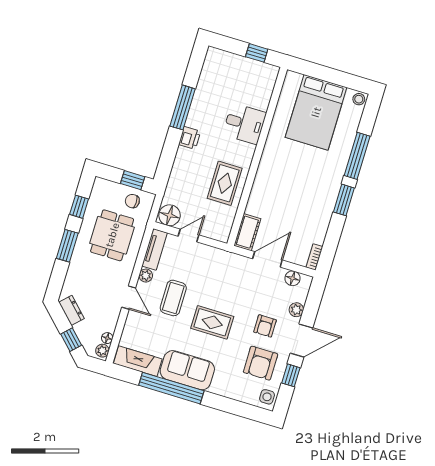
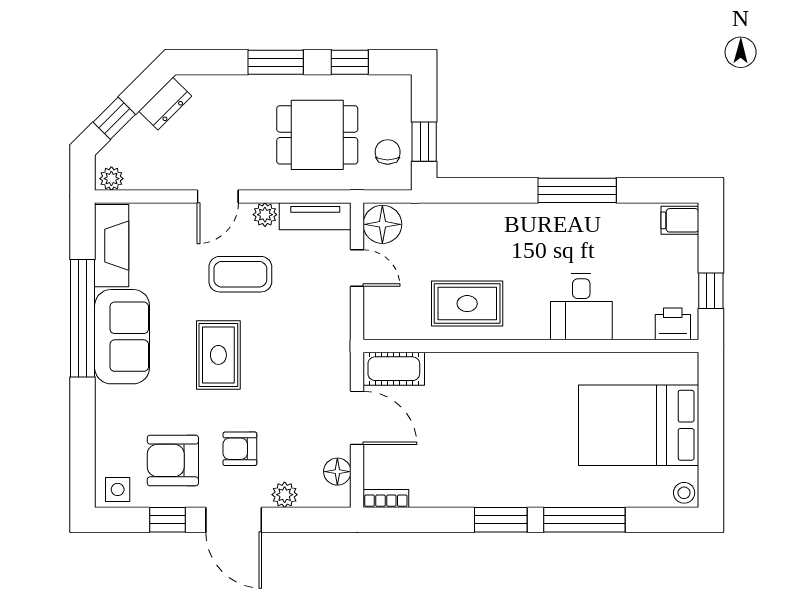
filing cabinet: (215, 58) -> (680, 220), added
printer: (190, 138) -> (673, 324), moved, turned 180
floor lamp: (107, 338) -> (136, 180), removed

